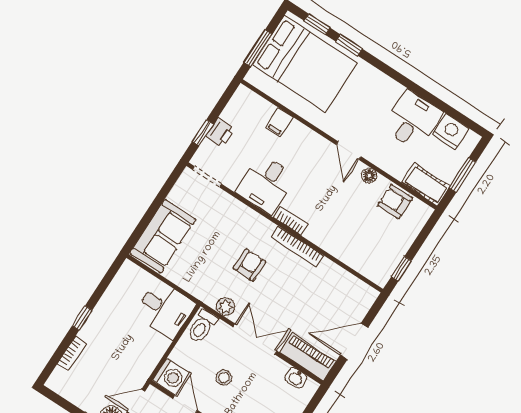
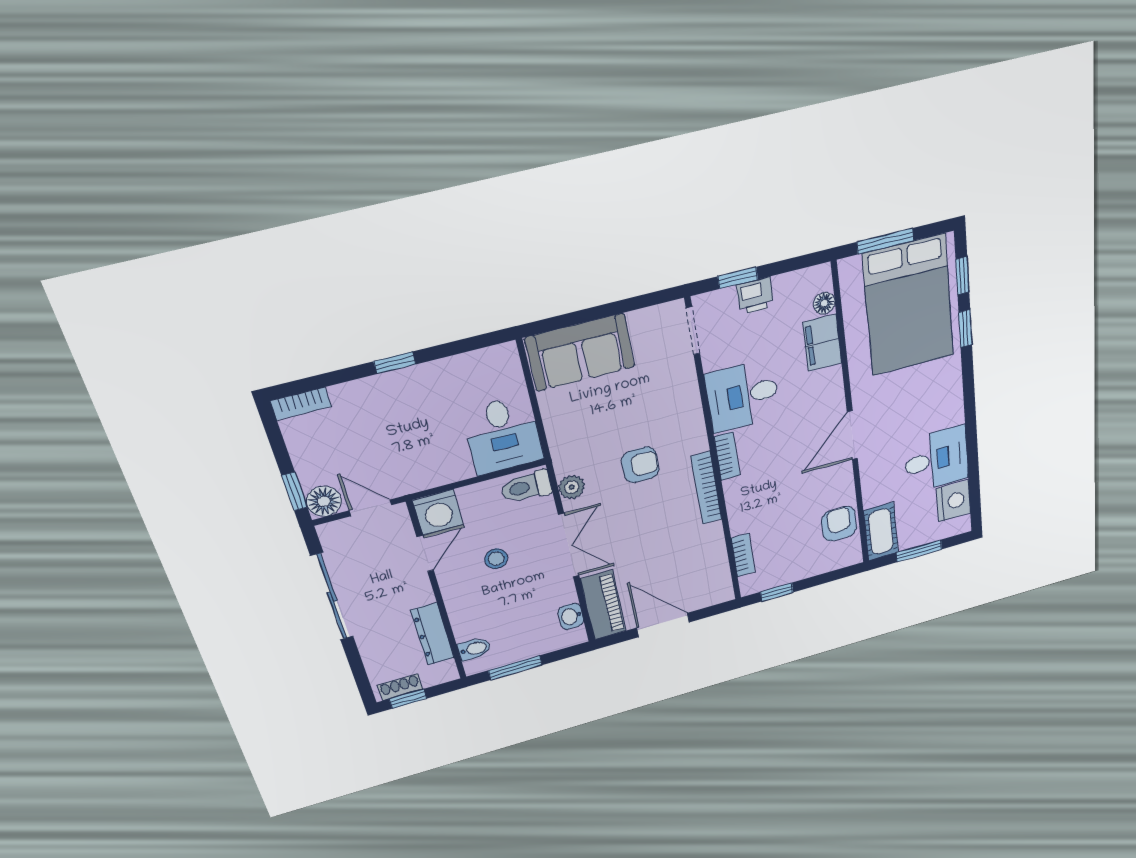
filing cabinet: (279, 122) -> (822, 343), width x2.00
door: (349, 151) -> (852, 435), width x1.38
floor lamp: (369, 176) -> (824, 303), moved
bookcase: (358, 265) -> (743, 555), added
bookcase: (72, 354) -> (301, 404), moved

